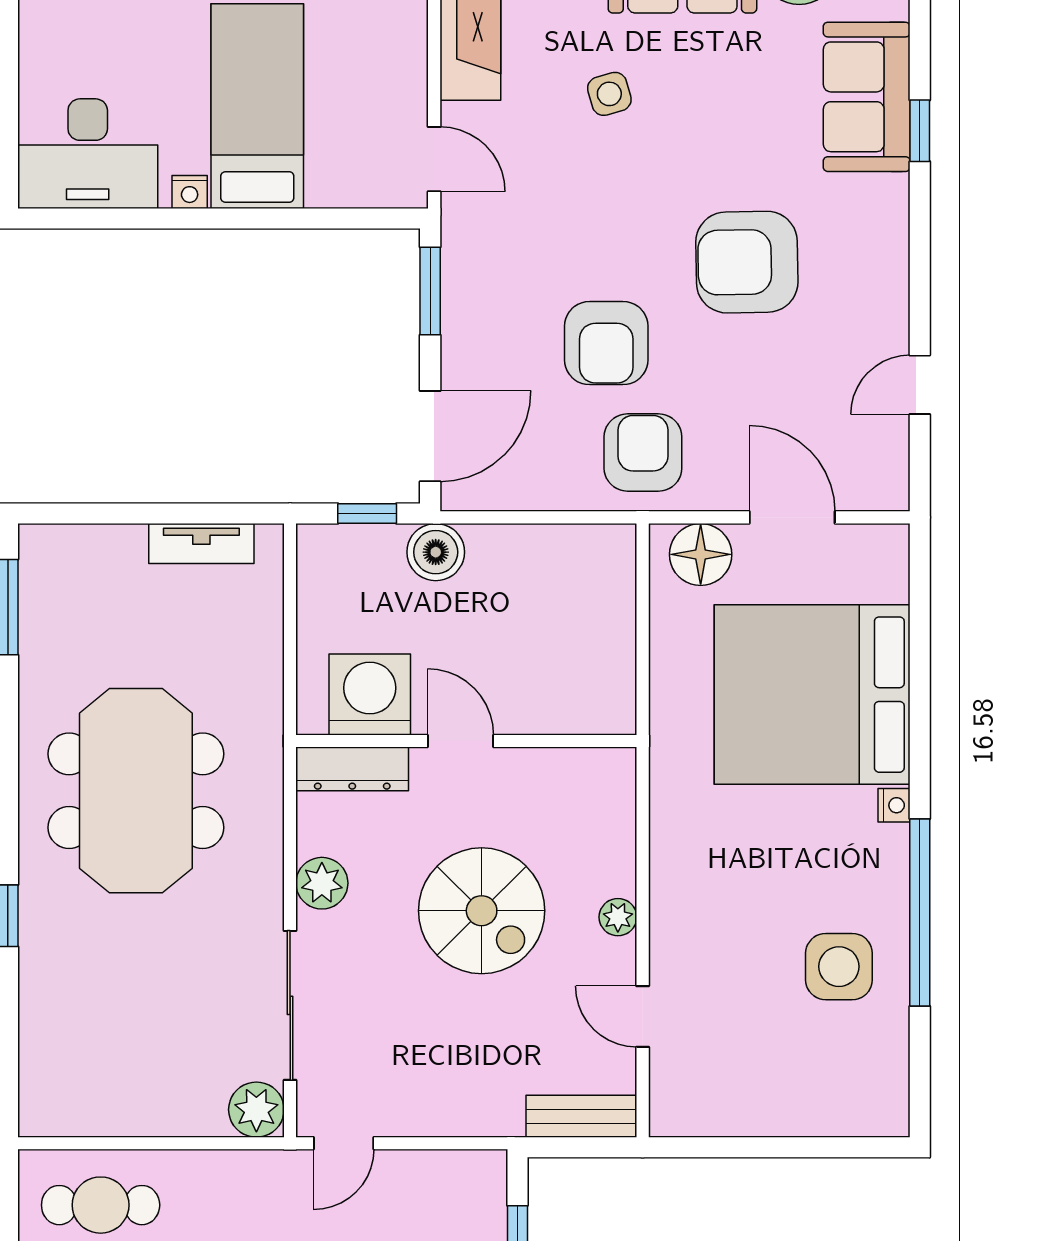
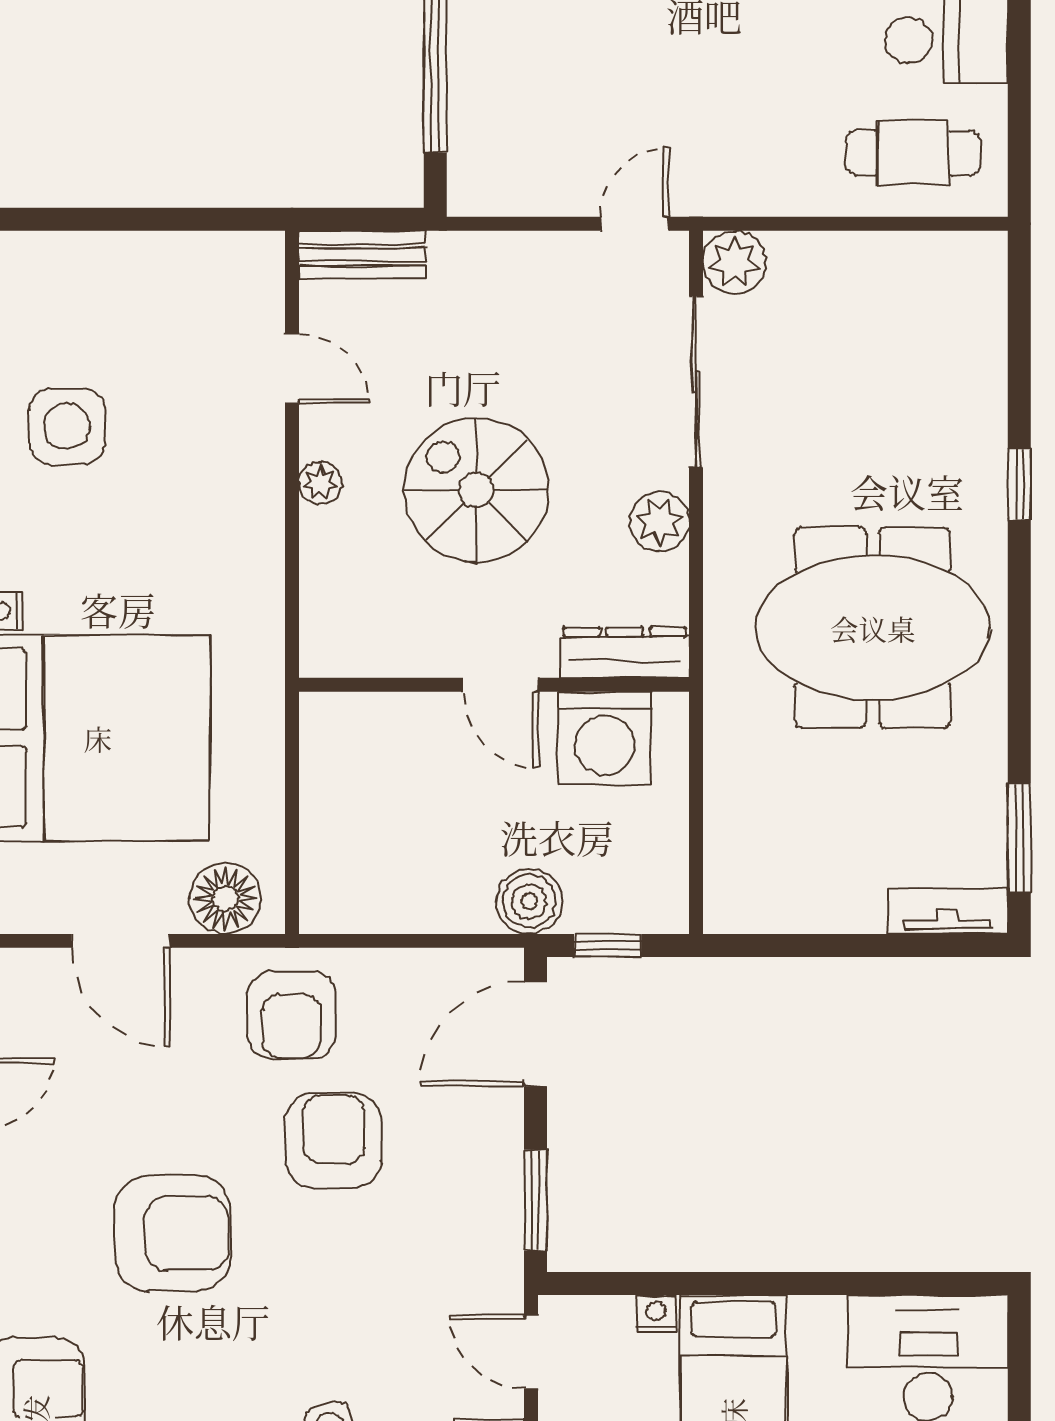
nightstand: (190, 192) -> (656, 1314), moved
tv unit: (201, 543) -> (948, 911), moved
meeting table: (136, 791) -> (873, 628), turned 90

